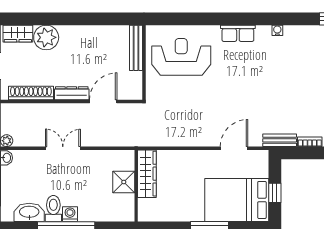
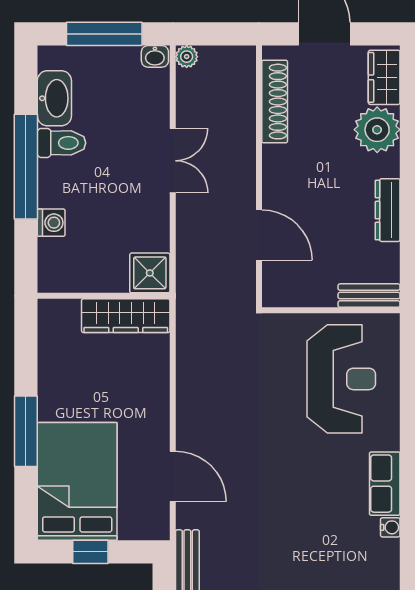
water cooler: (277, 30) -> (390, 527), moved
bench: (136, 48) -> (369, 296), width x0.73
dresser: (72, 93) -> (388, 210), moved, turned 180
shower: (124, 182) -> (150, 273), moved
washing machine: (70, 214) -> (51, 223), moved

